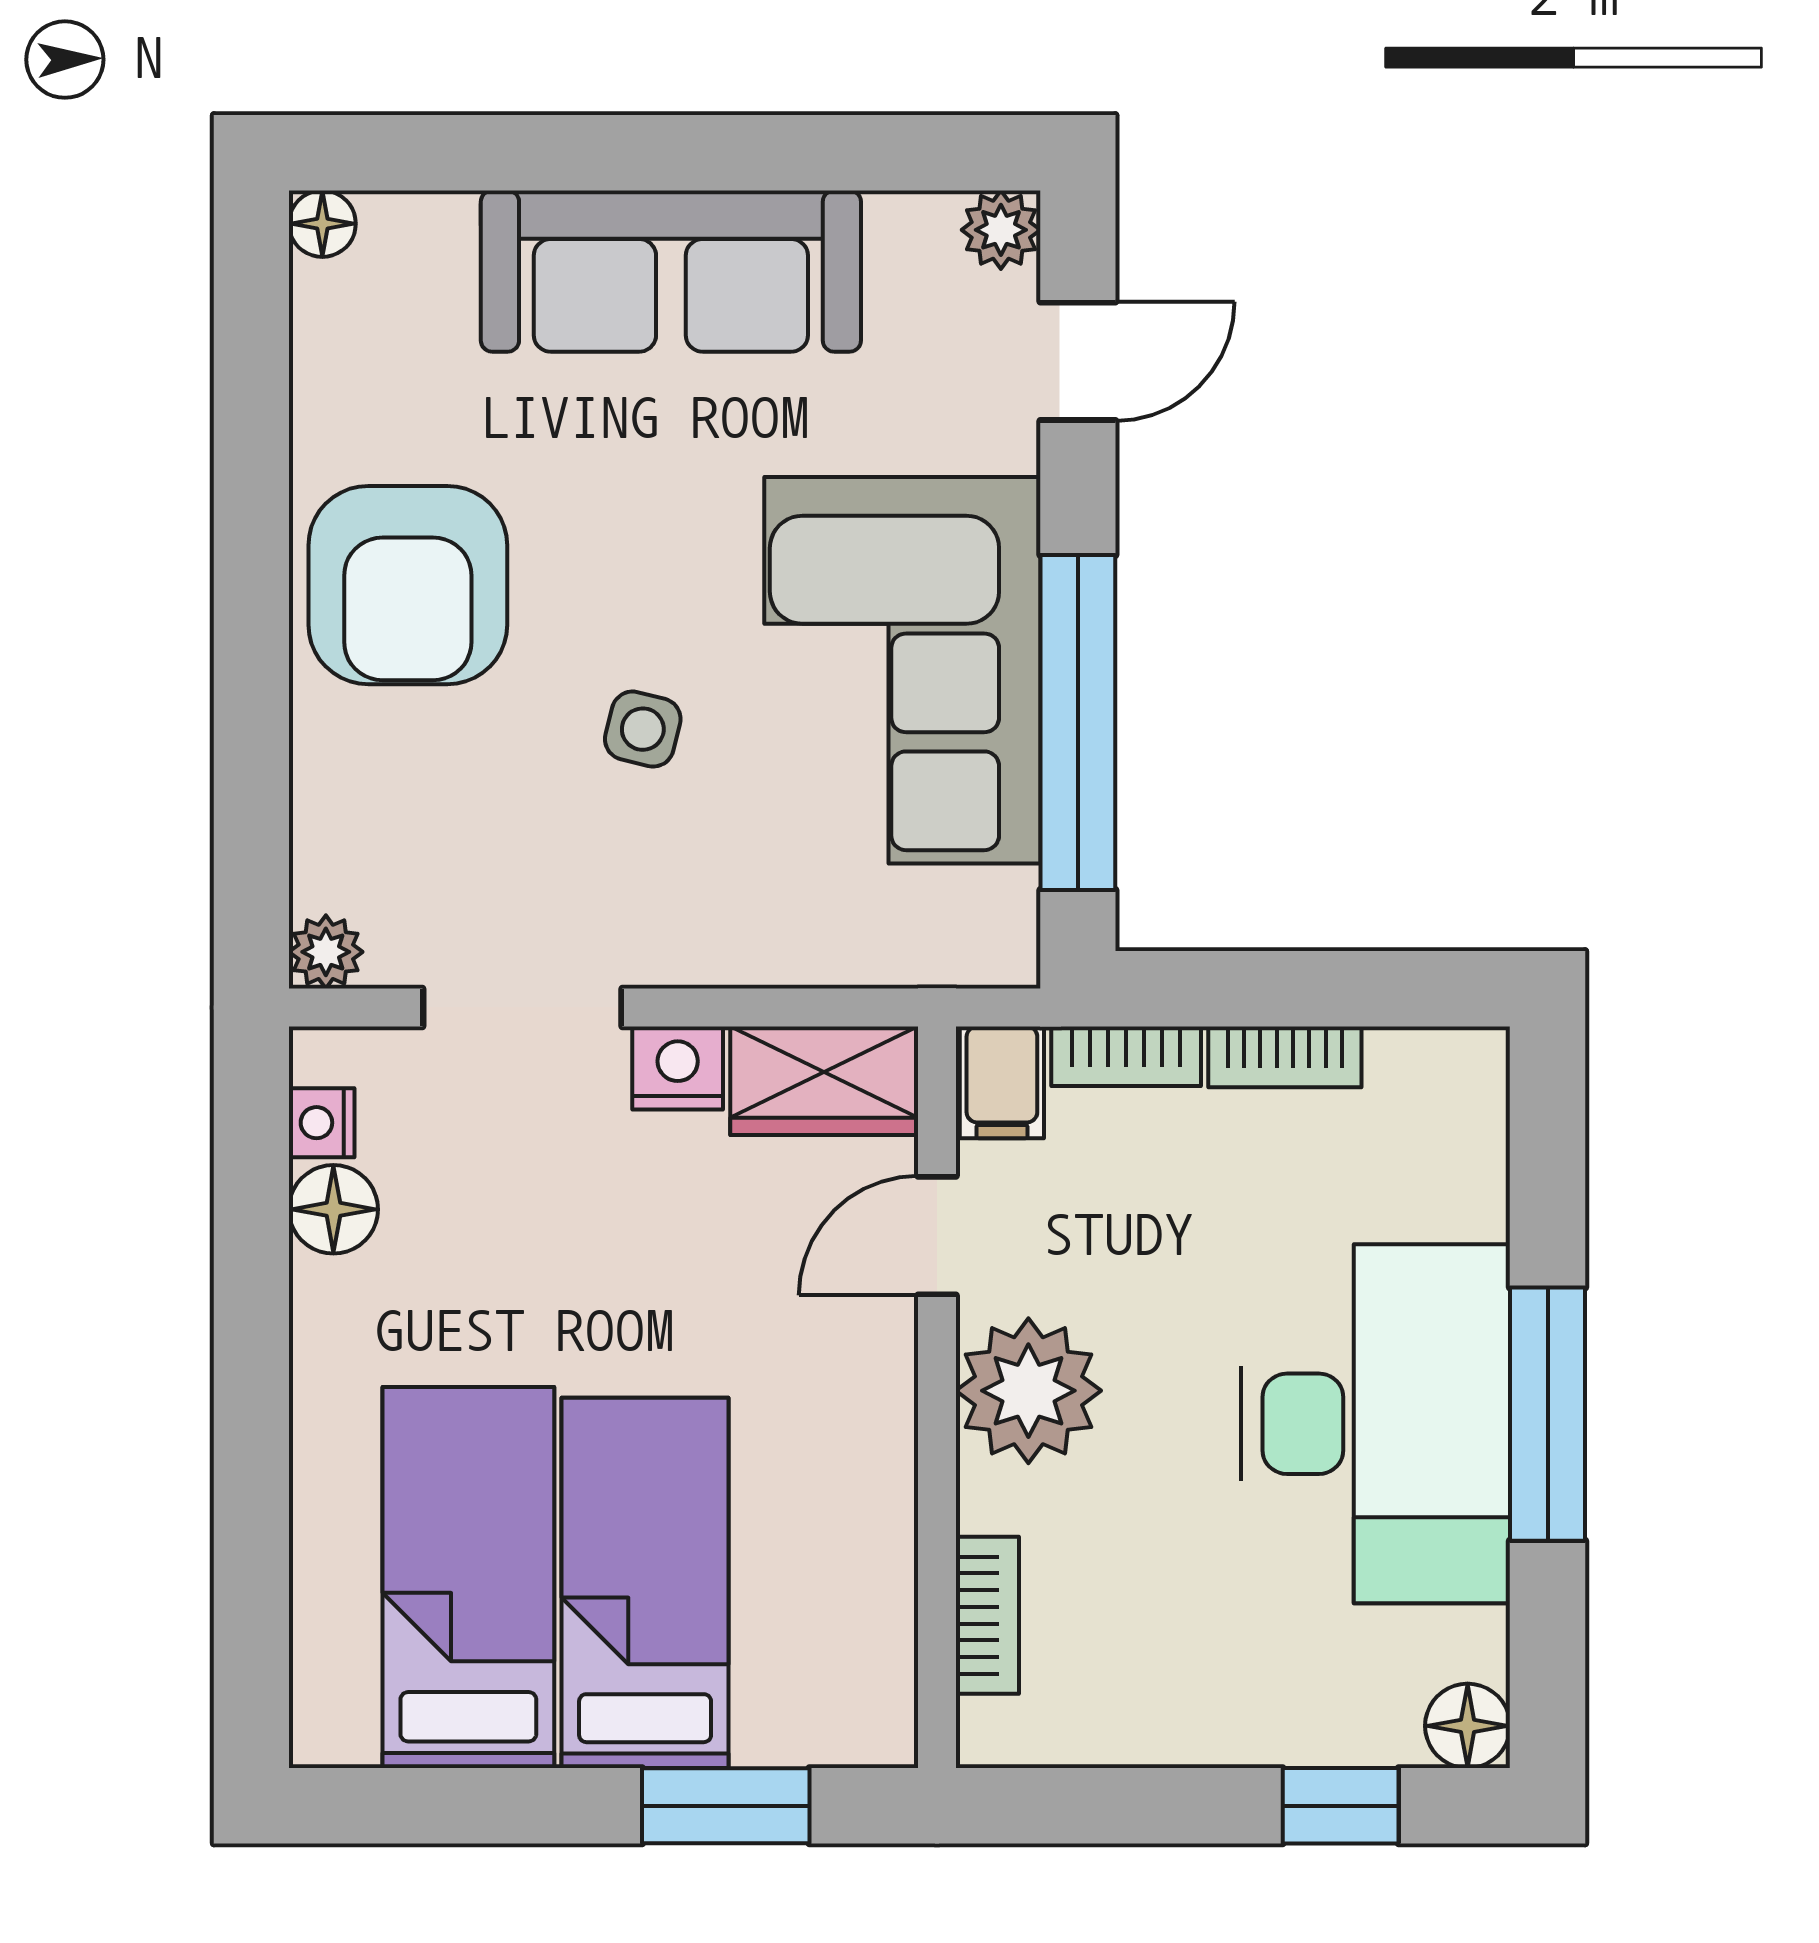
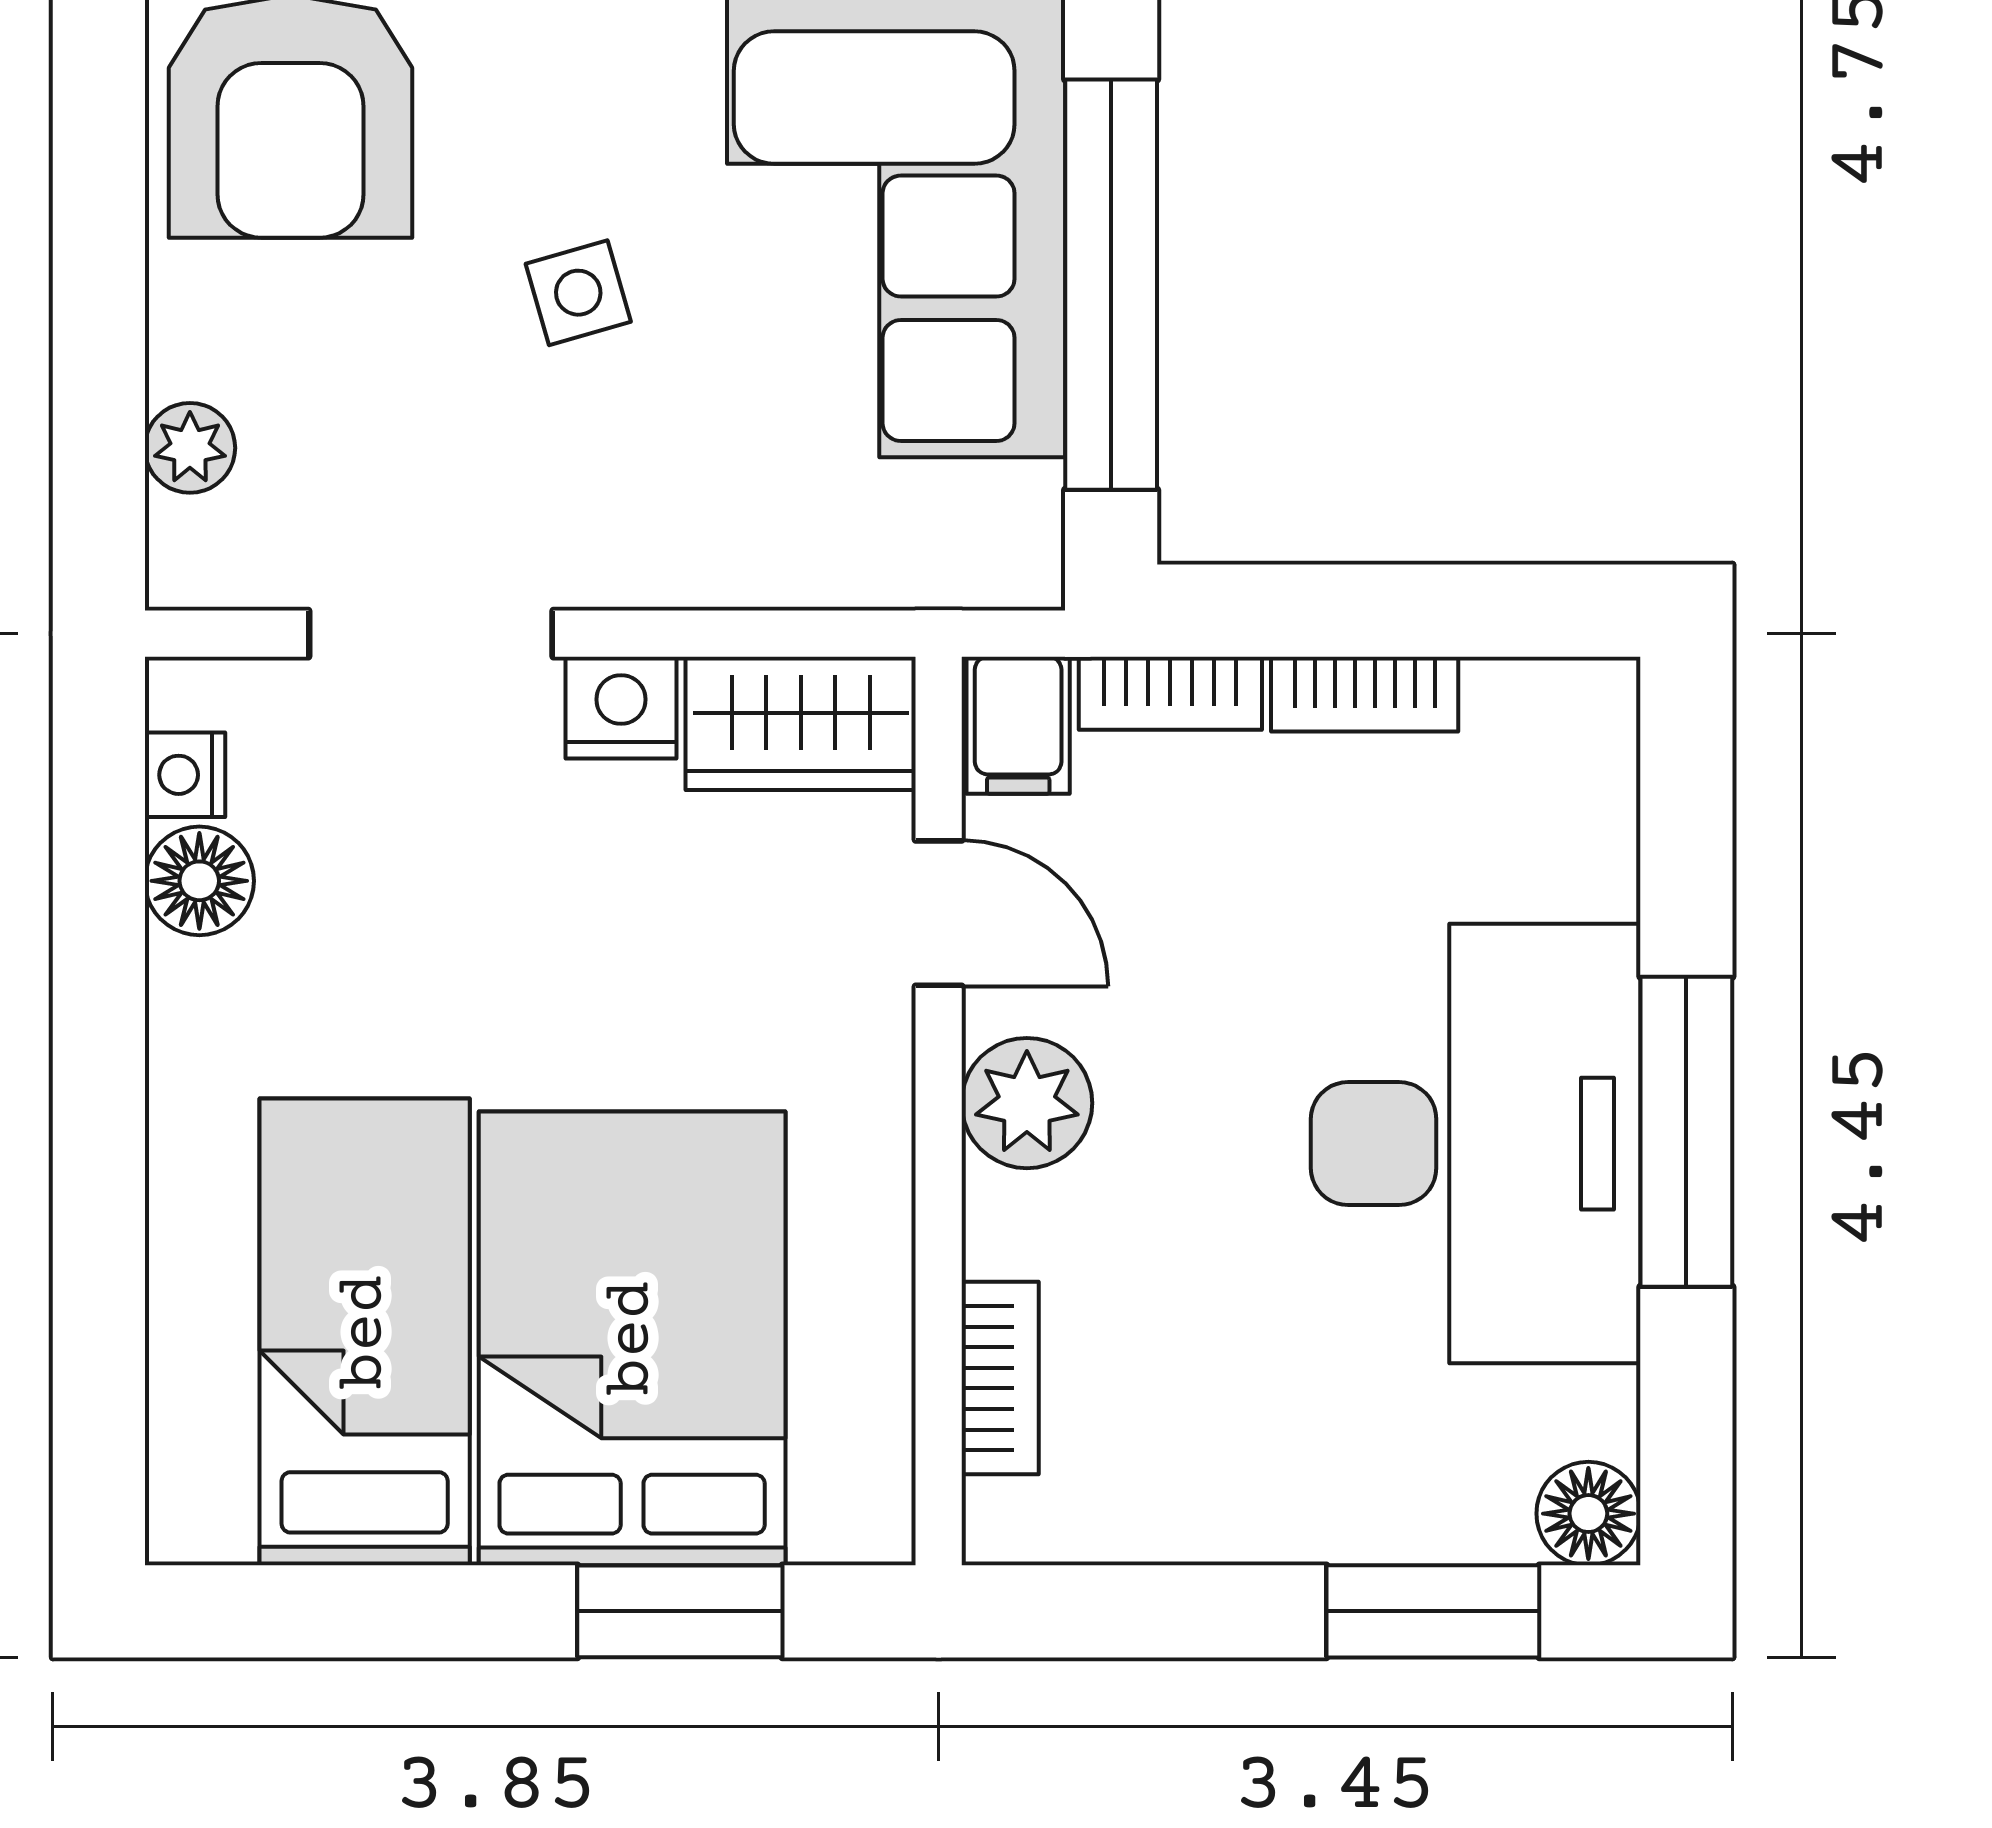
side table: (643, 729) -> (578, 293), turned -30
plant: (326, 952) -> (190, 448), moved
door: (937, 1236) -> (939, 913), swing flipped
plant: (1028, 1391) -> (1027, 1103), width x0.73, depth x0.73
bed: (645, 1583) -> (632, 1338), width x1.50
window: (1341, 1806) -> (1433, 1611), width x1.50

